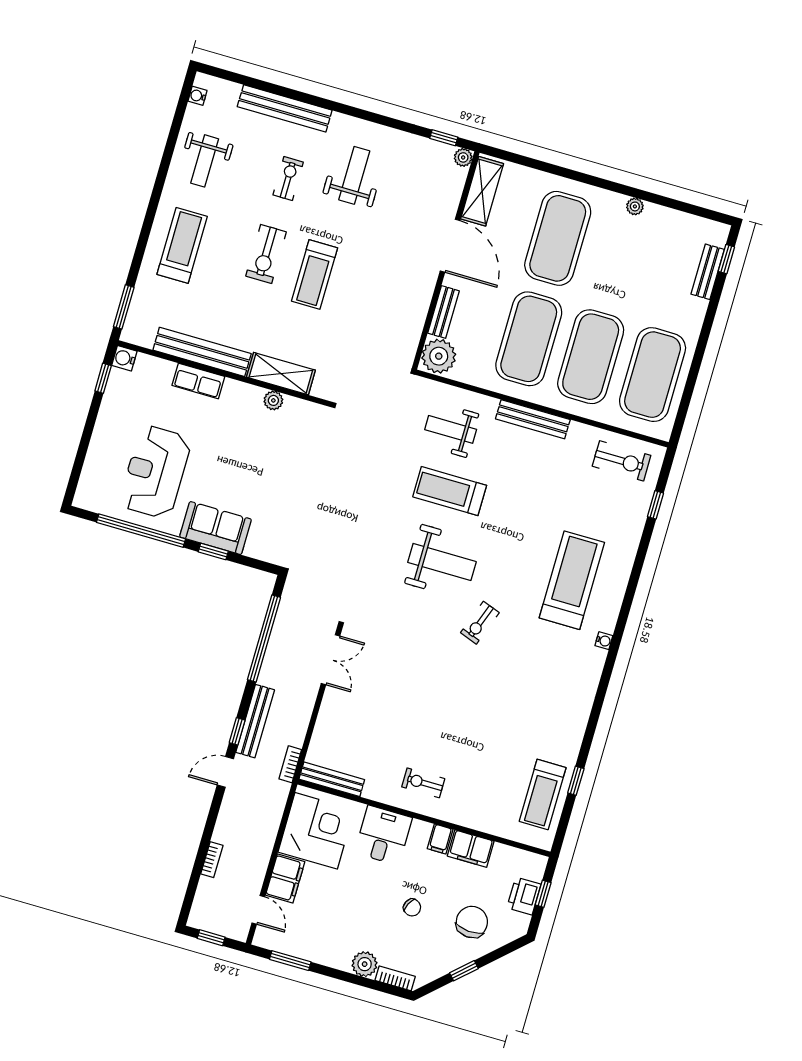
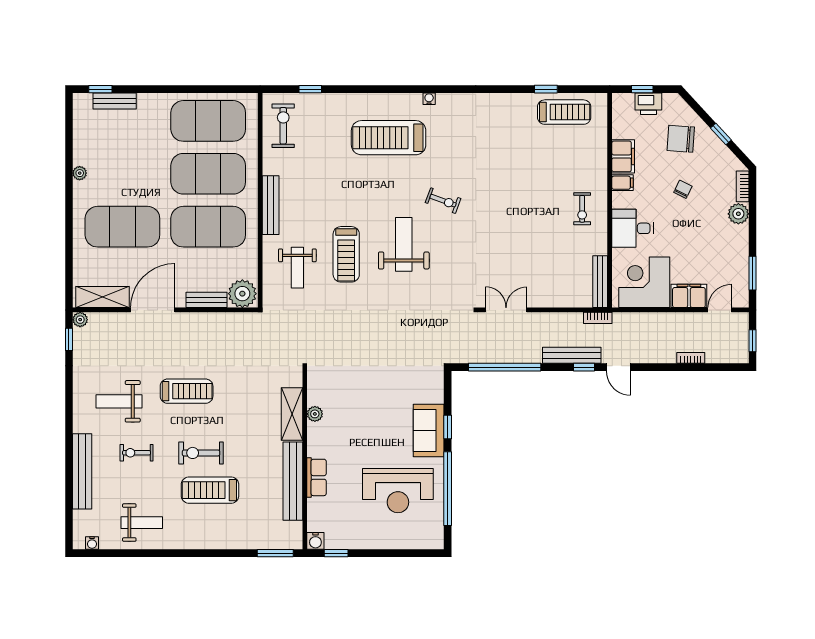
treadmill: (182, 245) -> (210, 490), moved
exercise bike: (266, 254) -> (201, 453), turned 180
treadmill: (315, 274) -> (187, 391), moved

